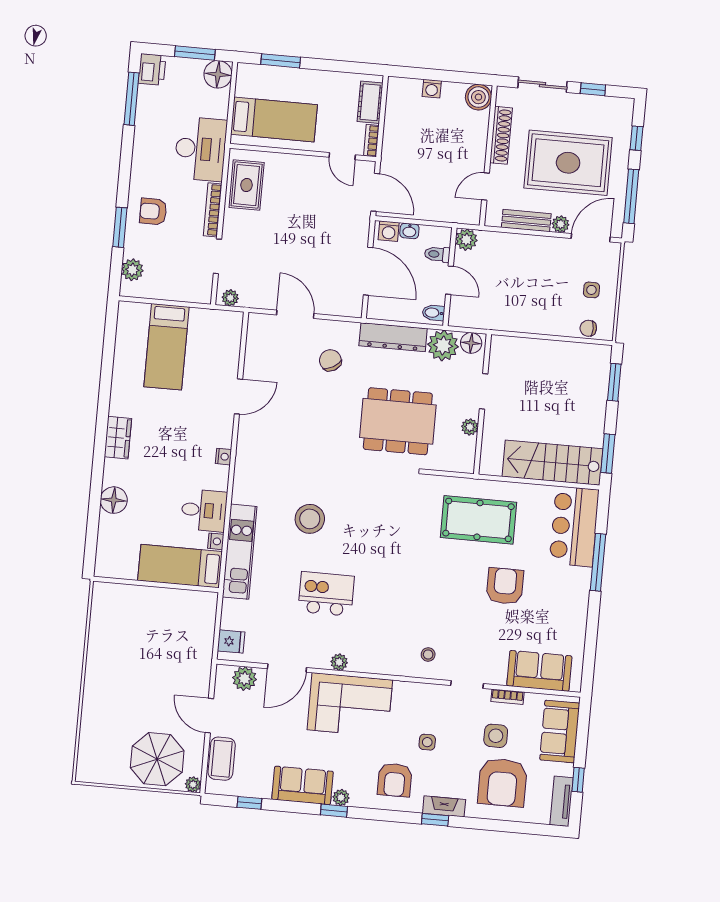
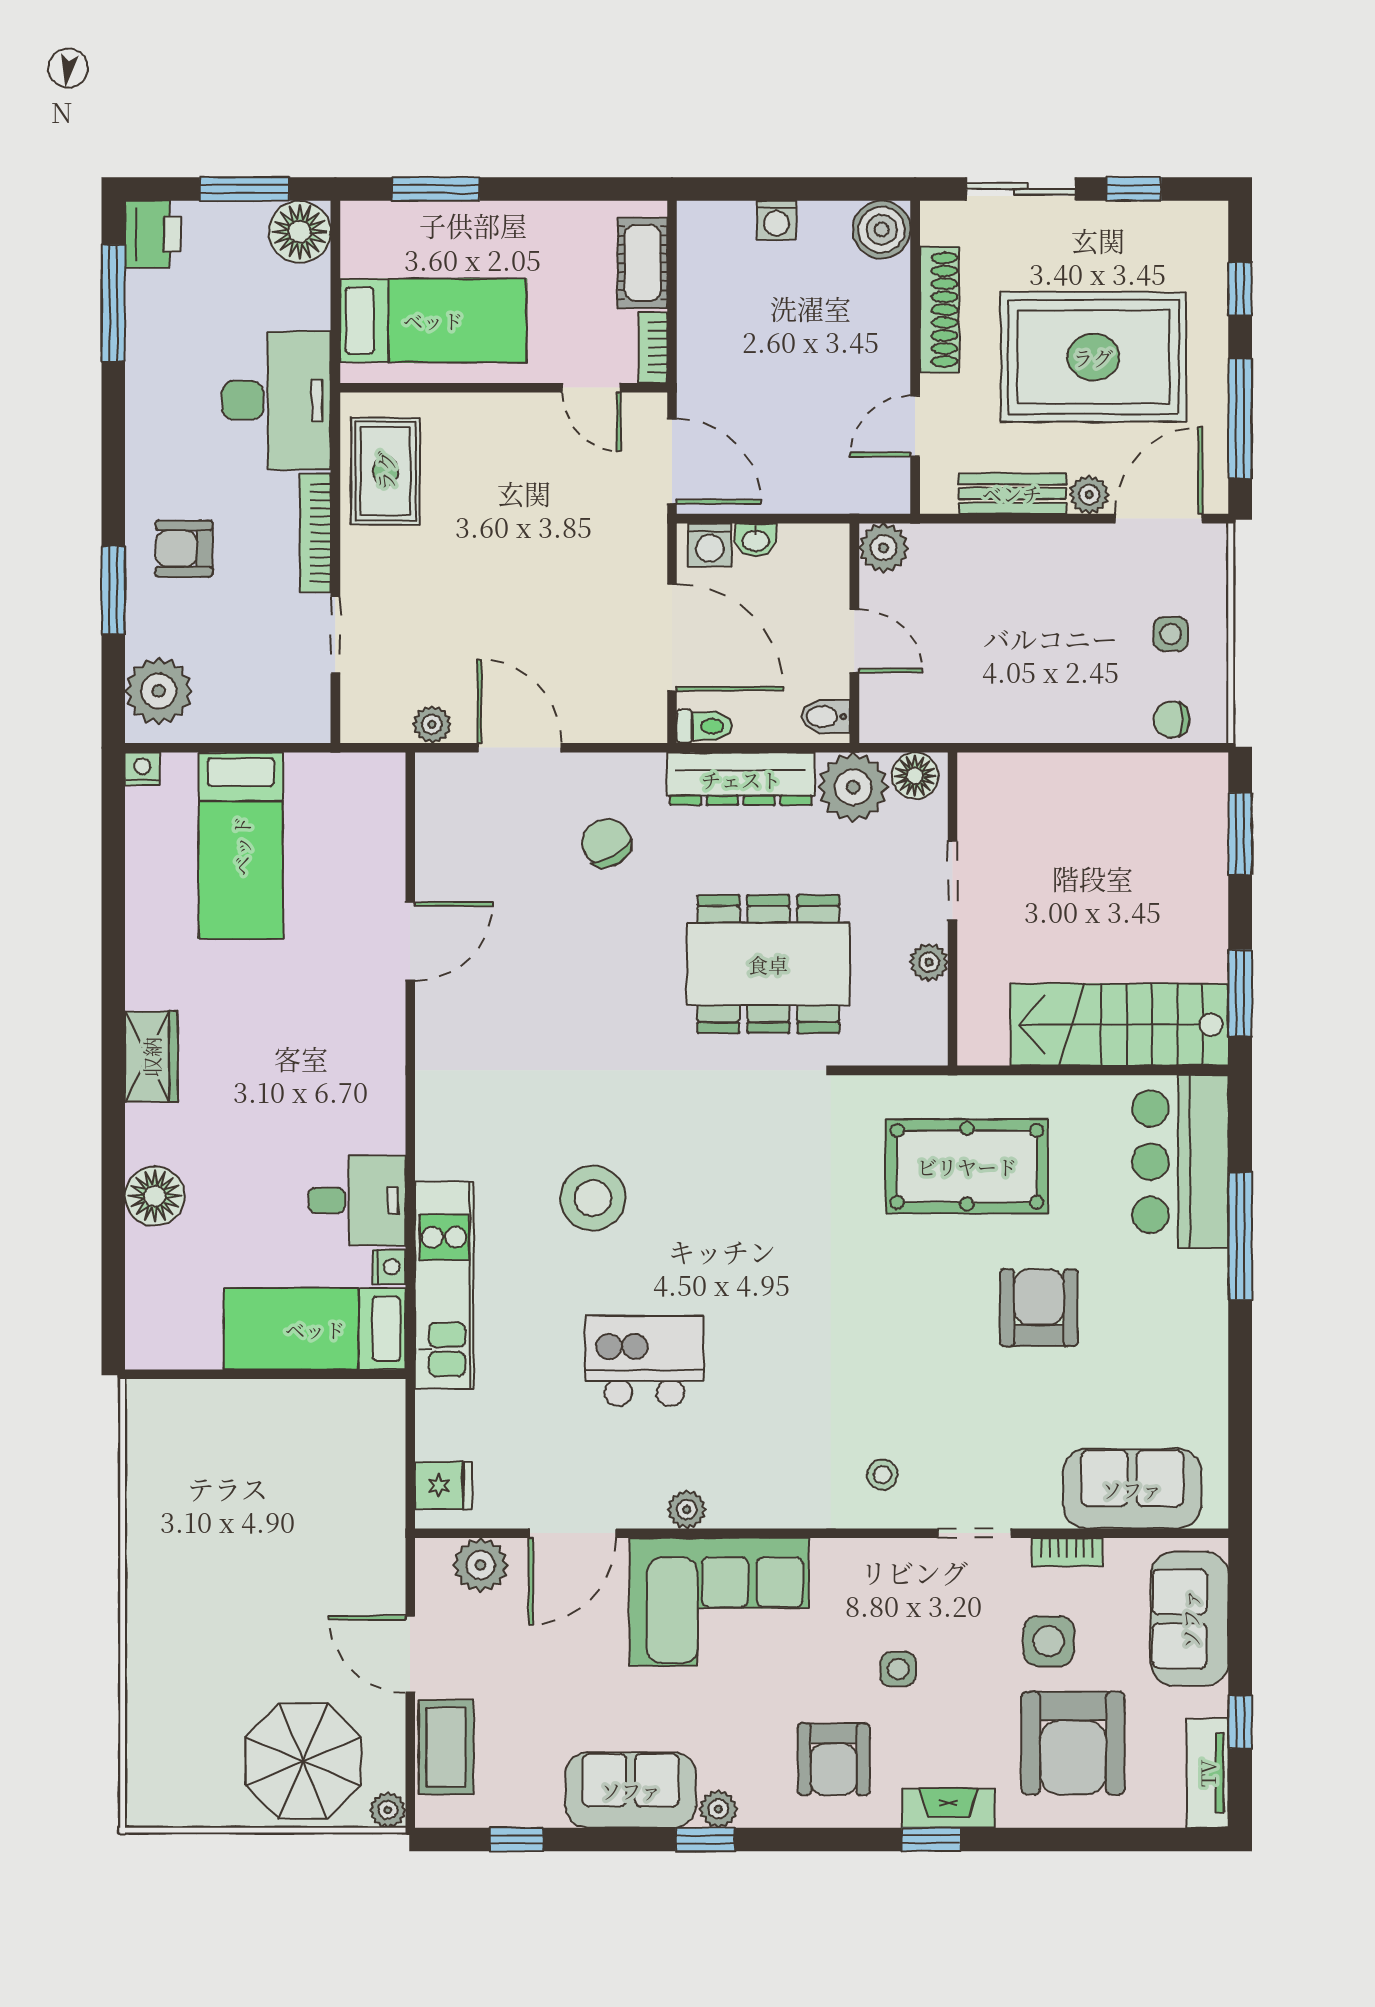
toilet: (437, 254) -> (704, 726), moved, turned 180
plant: (132, 270) -> (159, 691), width x1.36, depth x1.36
plant: (230, 298) -> (432, 724), moved
nightstand: (223, 457) -> (142, 769), moved, turned -90

